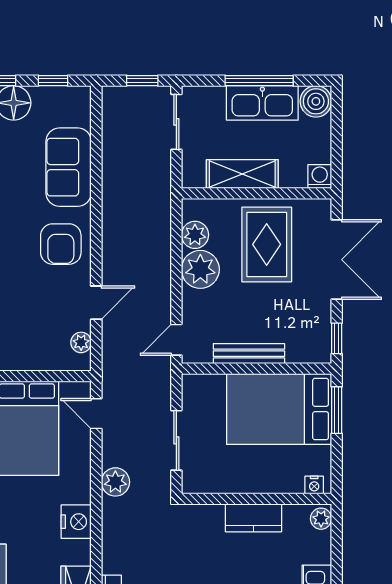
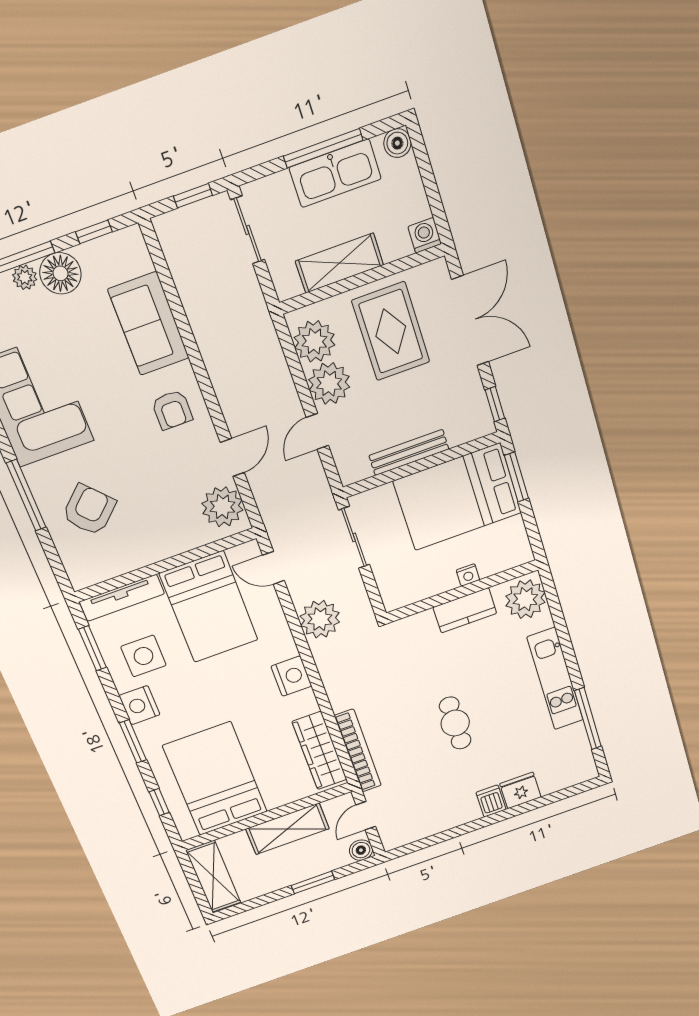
boiler: (316, 101) -> (397, 143), width x0.73, depth x0.73
plant: (195, 235) -> (314, 341), width x1.36, depth x1.36
armchair: (61, 244) -> (172, 410), width x0.72, depth x0.72
door: (176, 340) -> (317, 431), moved
plant: (81, 342) -> (223, 507), width x1.88, depth x1.88
sliding door: (176, 440) -> (354, 537), moved
plant: (115, 482) -> (320, 619), width x1.36, depth x1.36
nightstand: (314, 485) -> (468, 575), moved
plant: (321, 519) -> (525, 599), width x1.88, depth x1.88

